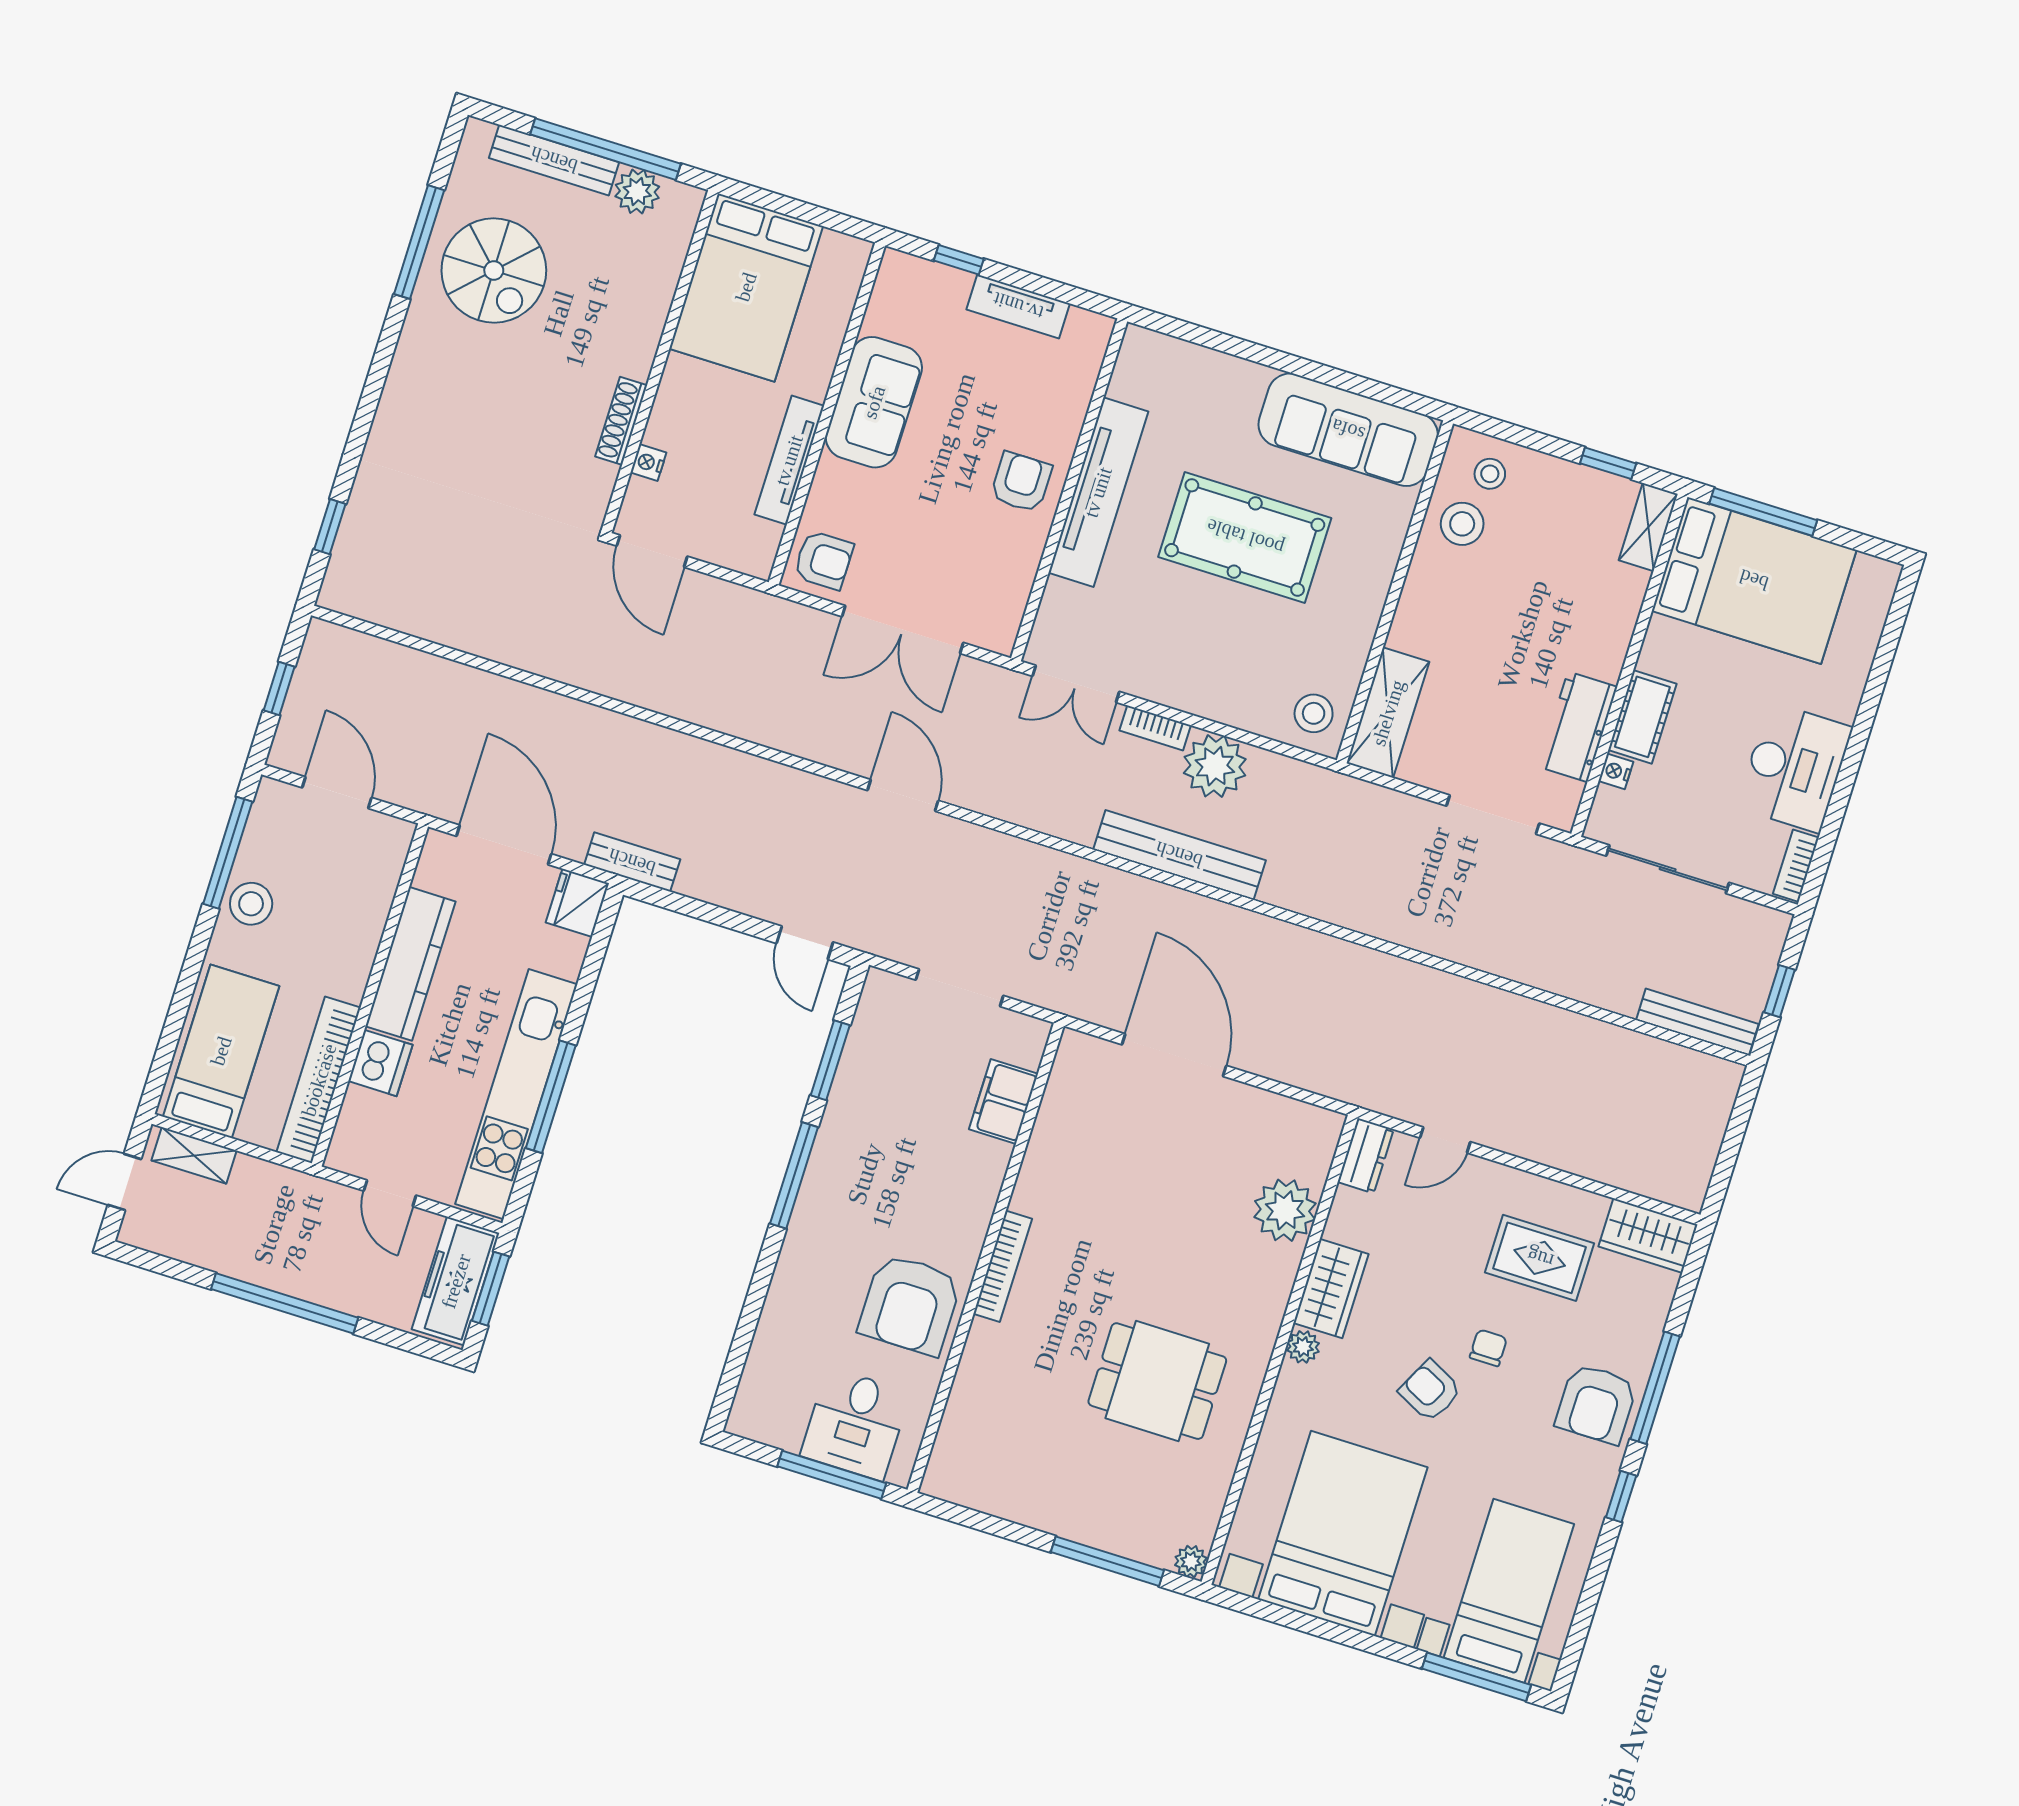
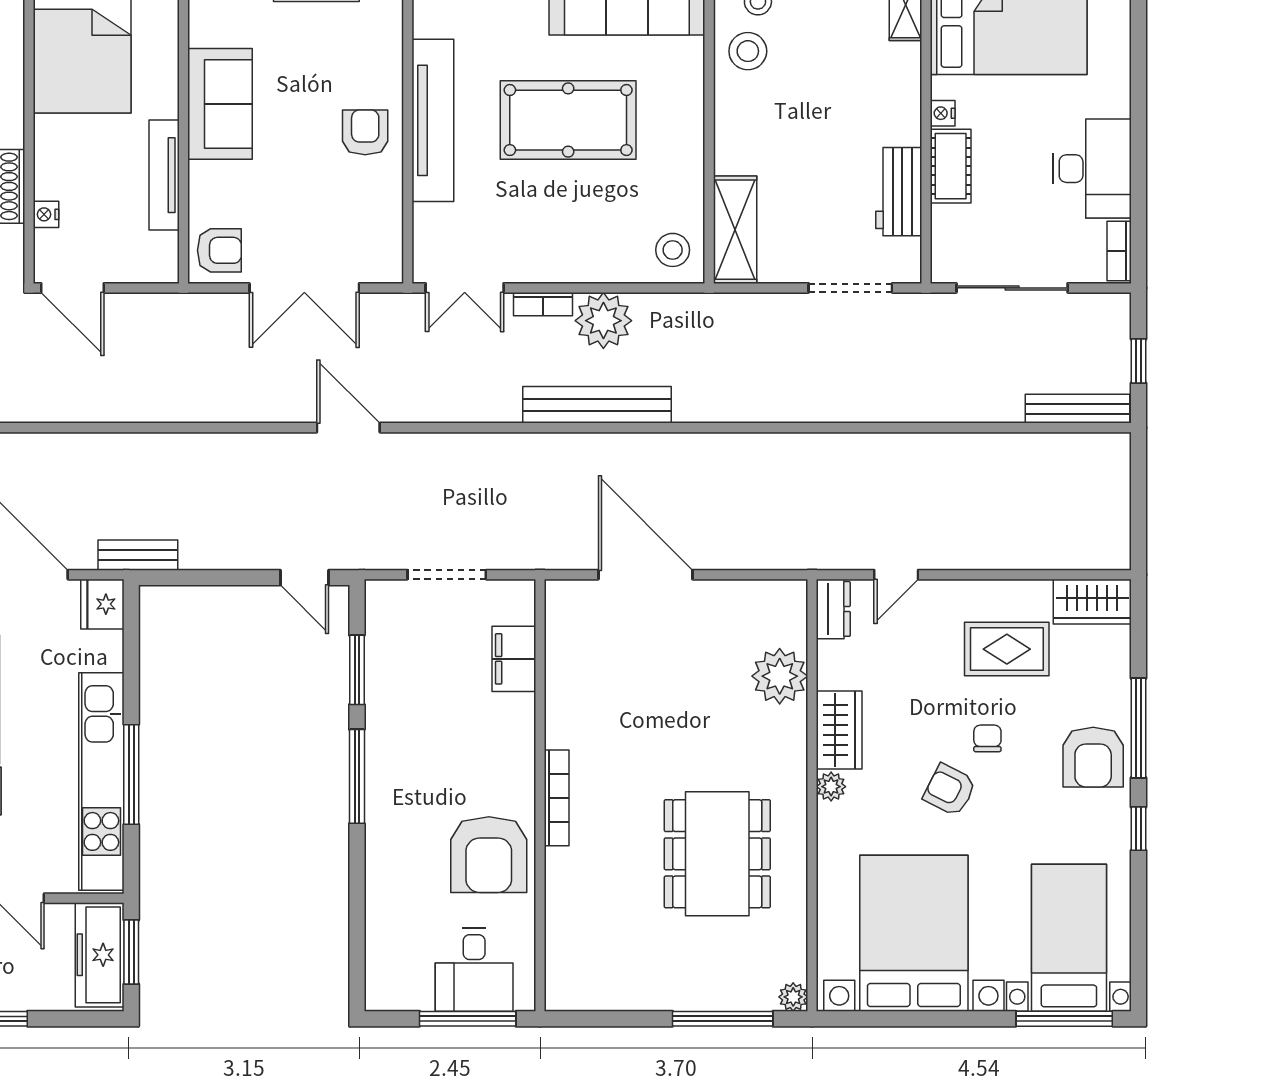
nightstand: (1616, 771) -> (943, 113), moved
dining table: (1157, 1381) -> (717, 854), width x1.37

